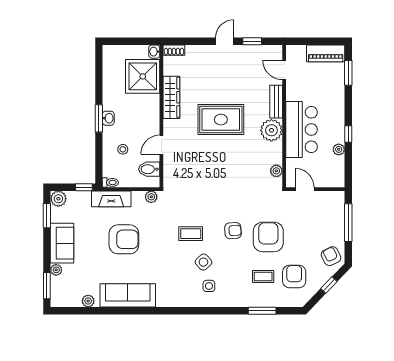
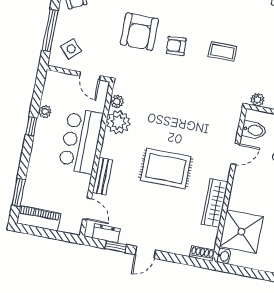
dresser: (263, 51) -> (106, 233), added
plant: (271, 130) -> (118, 122), moved
side table: (203, 262) -> (71, 49), moved

